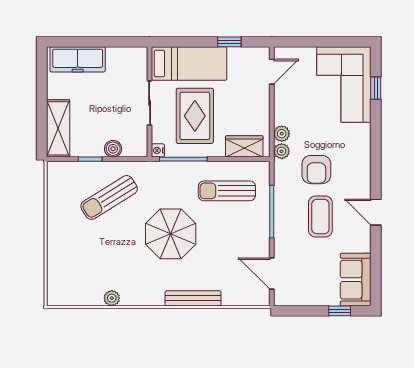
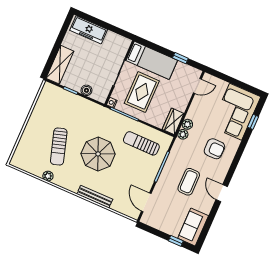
wardrobe: (244, 146) -> (173, 121), moved, turned -90
armchair: (316, 170) -> (214, 149), moved, turned -90
sun lounger: (109, 197) -> (59, 147), moved, turned -75

